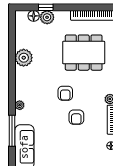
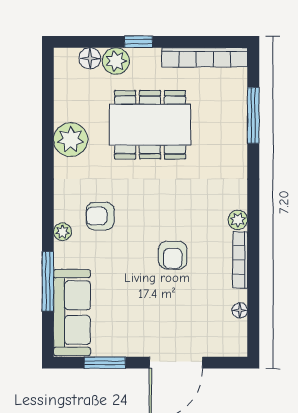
window: (46, 7) -> (138, 42), moved
dining table: (84, 53) -> (150, 125), moved
armchair: (65, 93) -> (100, 216), moved, turned 90

